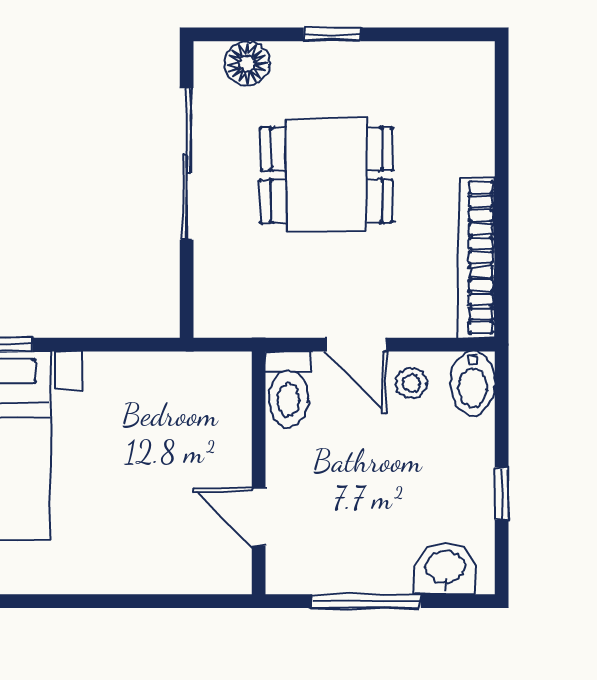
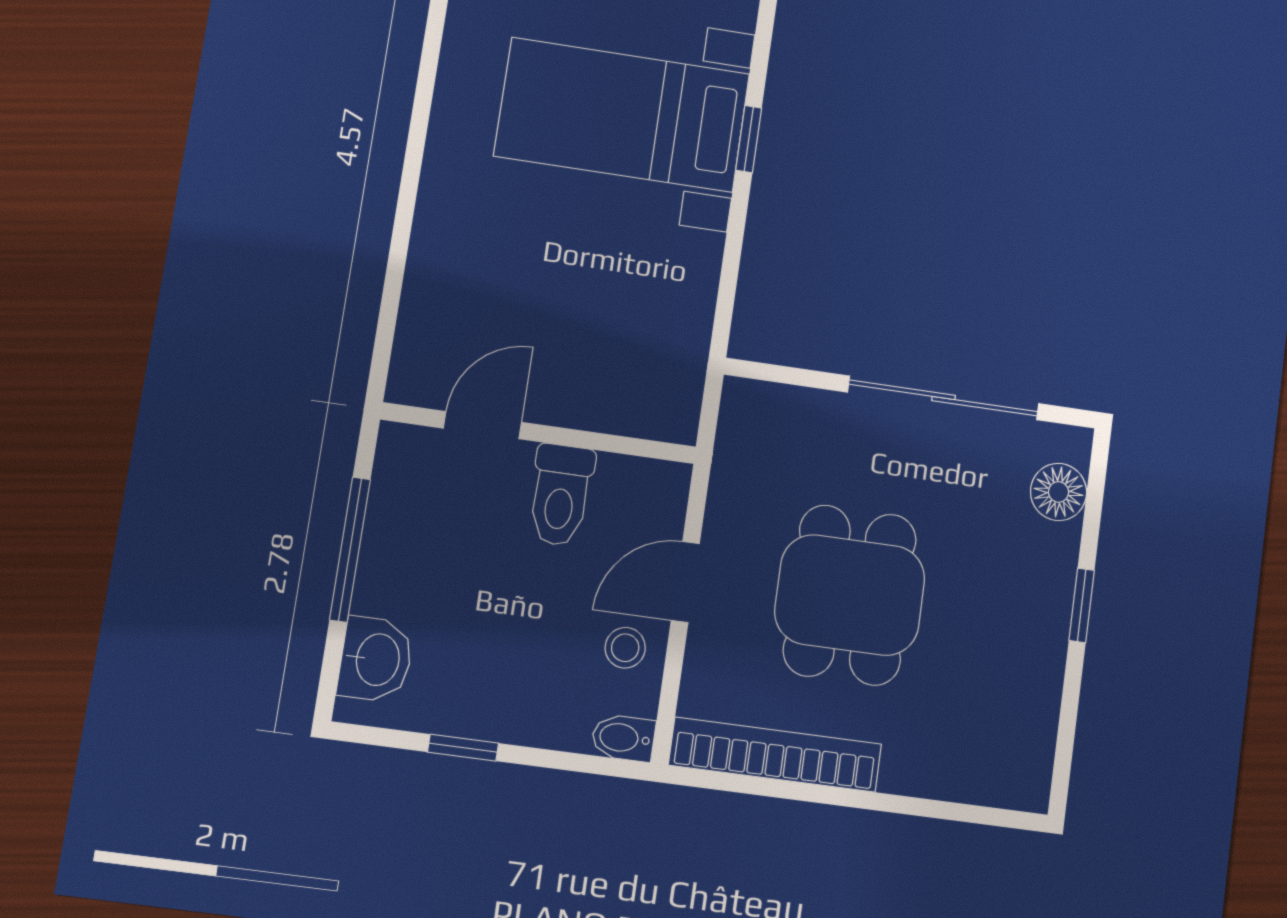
dining table: (326, 175) -> (850, 595), moved
bidet: (473, 383) -> (623, 738), width x0.72, depth x0.74
toilet: (288, 389) -> (561, 495), moved, turned -90

